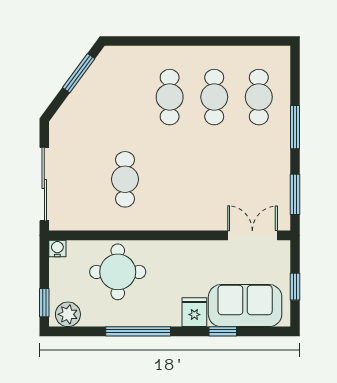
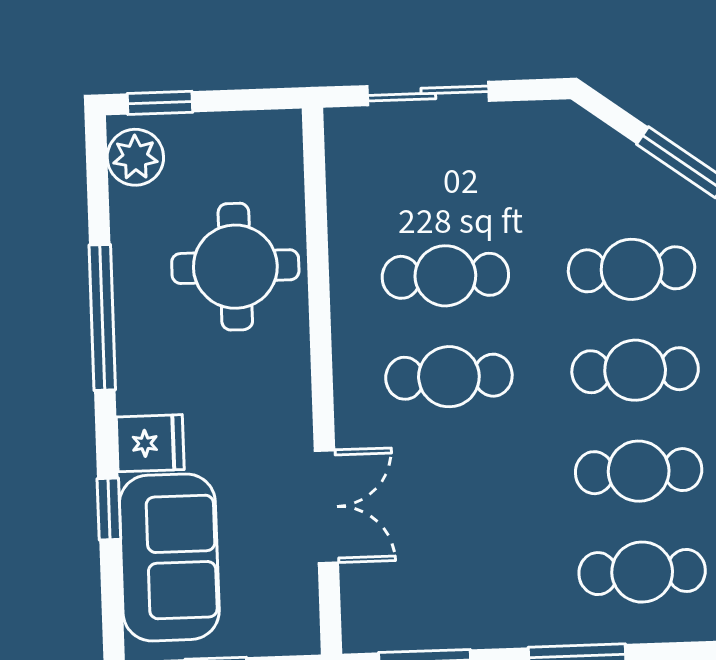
cafe table: (125, 97) -> (632, 269), added
cafe table: (170, 179) -> (449, 377), added
sliding door: (44, 184) -> (428, 93), width x0.73
double door: (252, 235) -> (326, 507), moved
water cooler: (57, 248) -> (284, 128), removed

